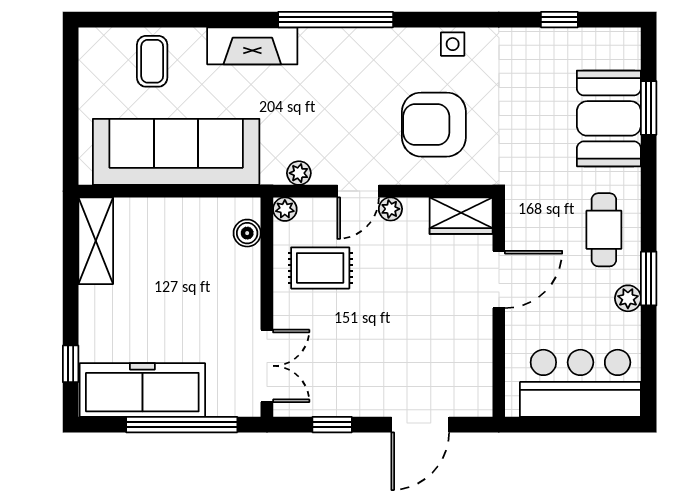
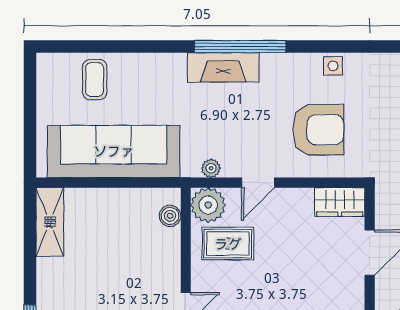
fireplace: (252, 46) -> (223, 67), moved
armchair: (434, 125) -> (318, 130), turned 180
plant: (285, 209) -> (208, 205), width x1.88, depth x1.88
plant: (390, 209) -> (284, 197), removed

